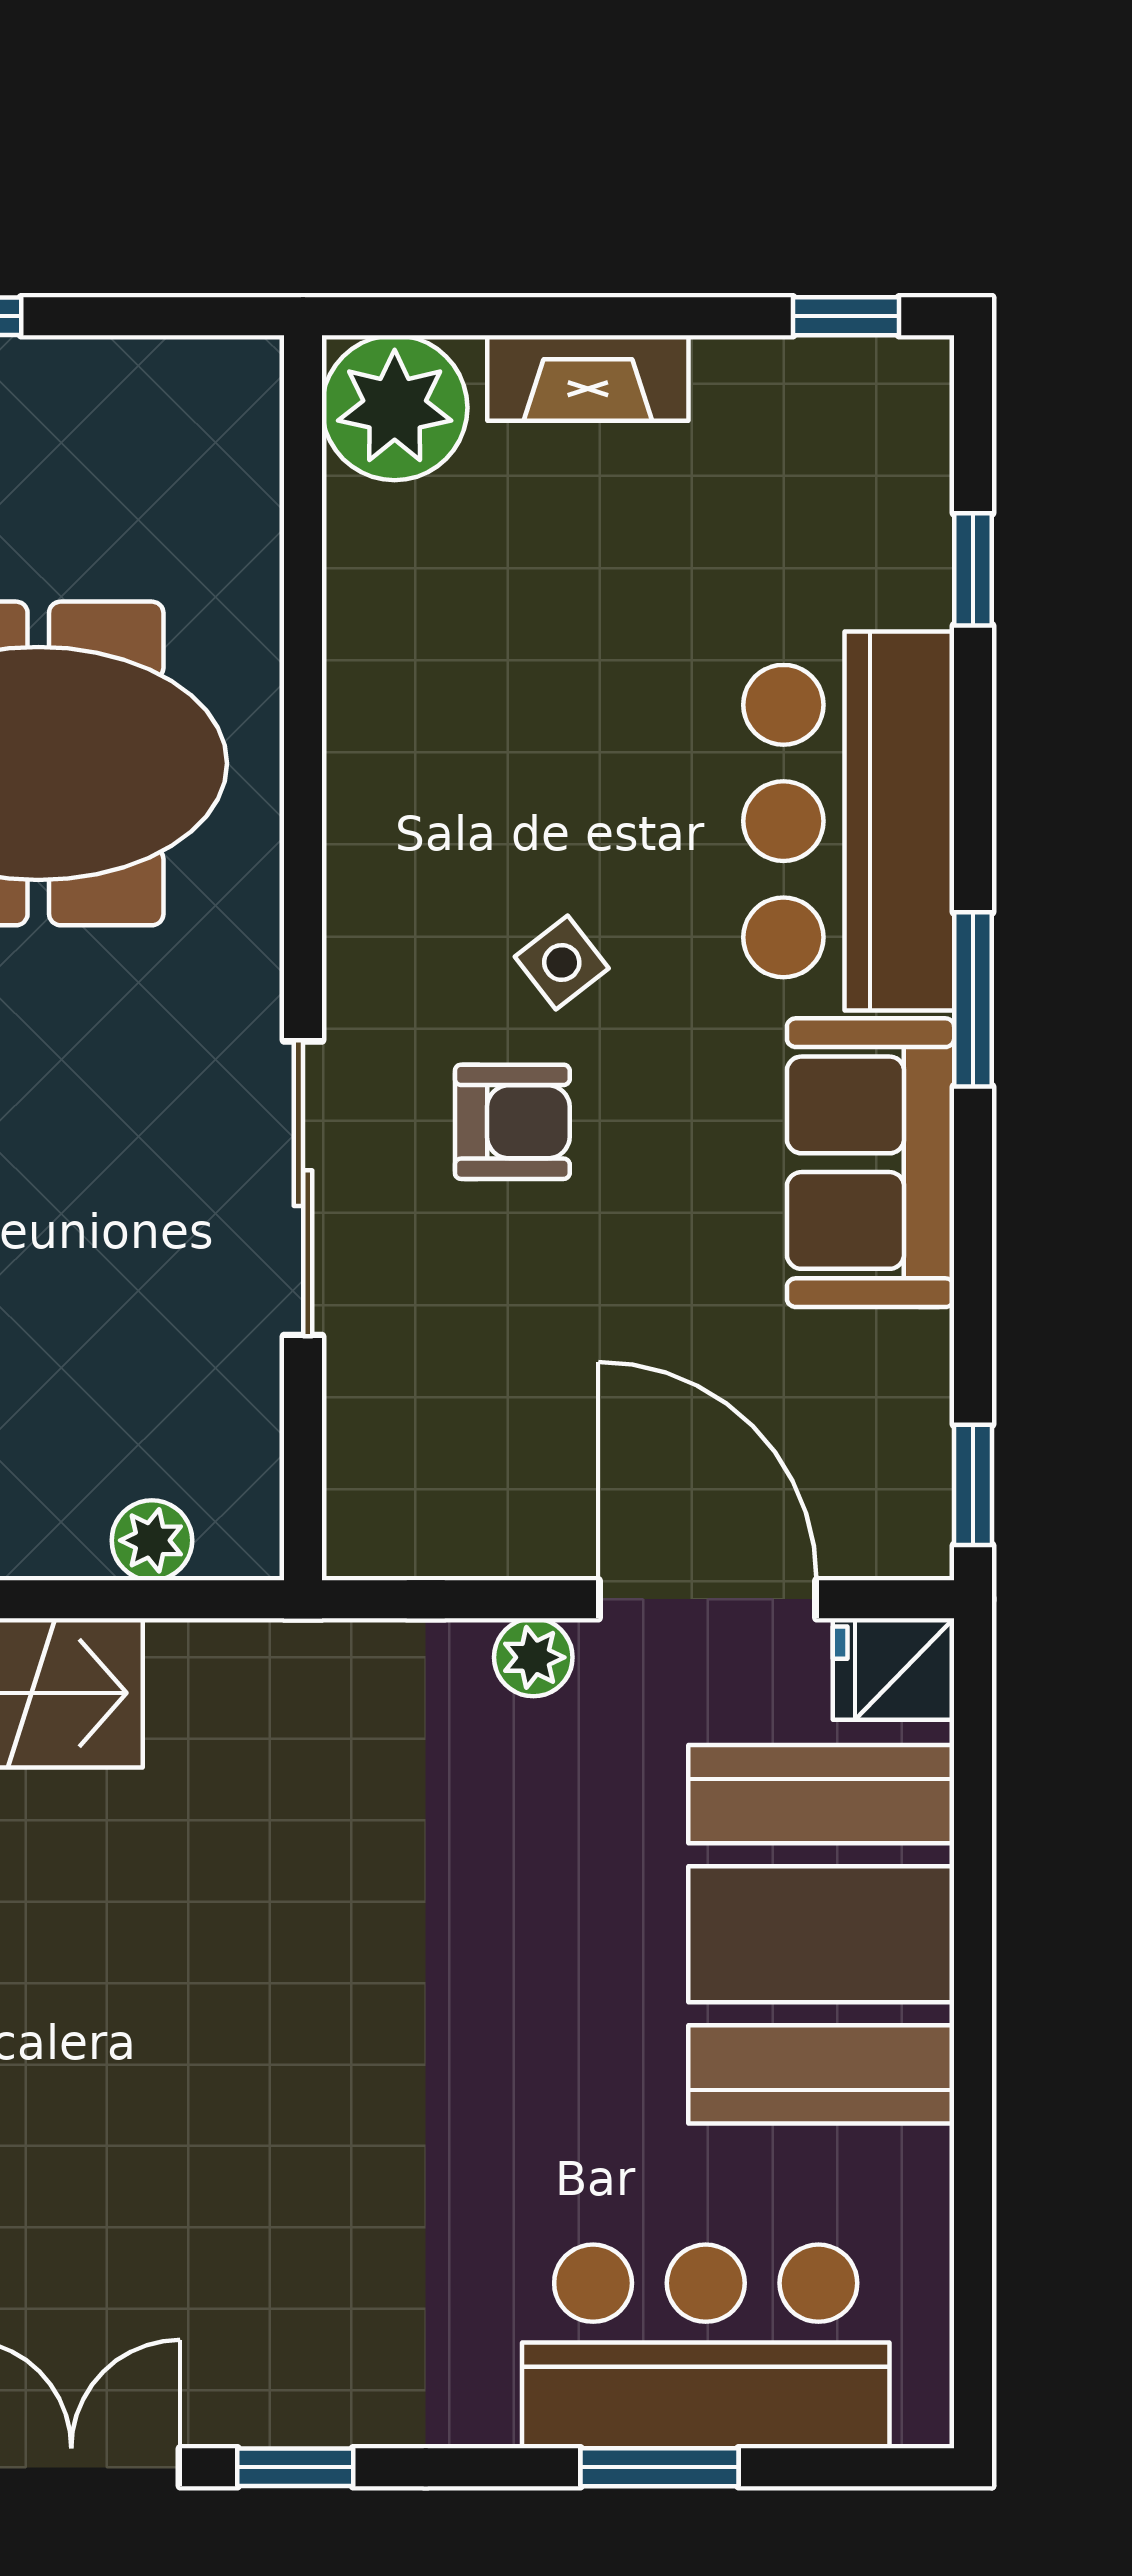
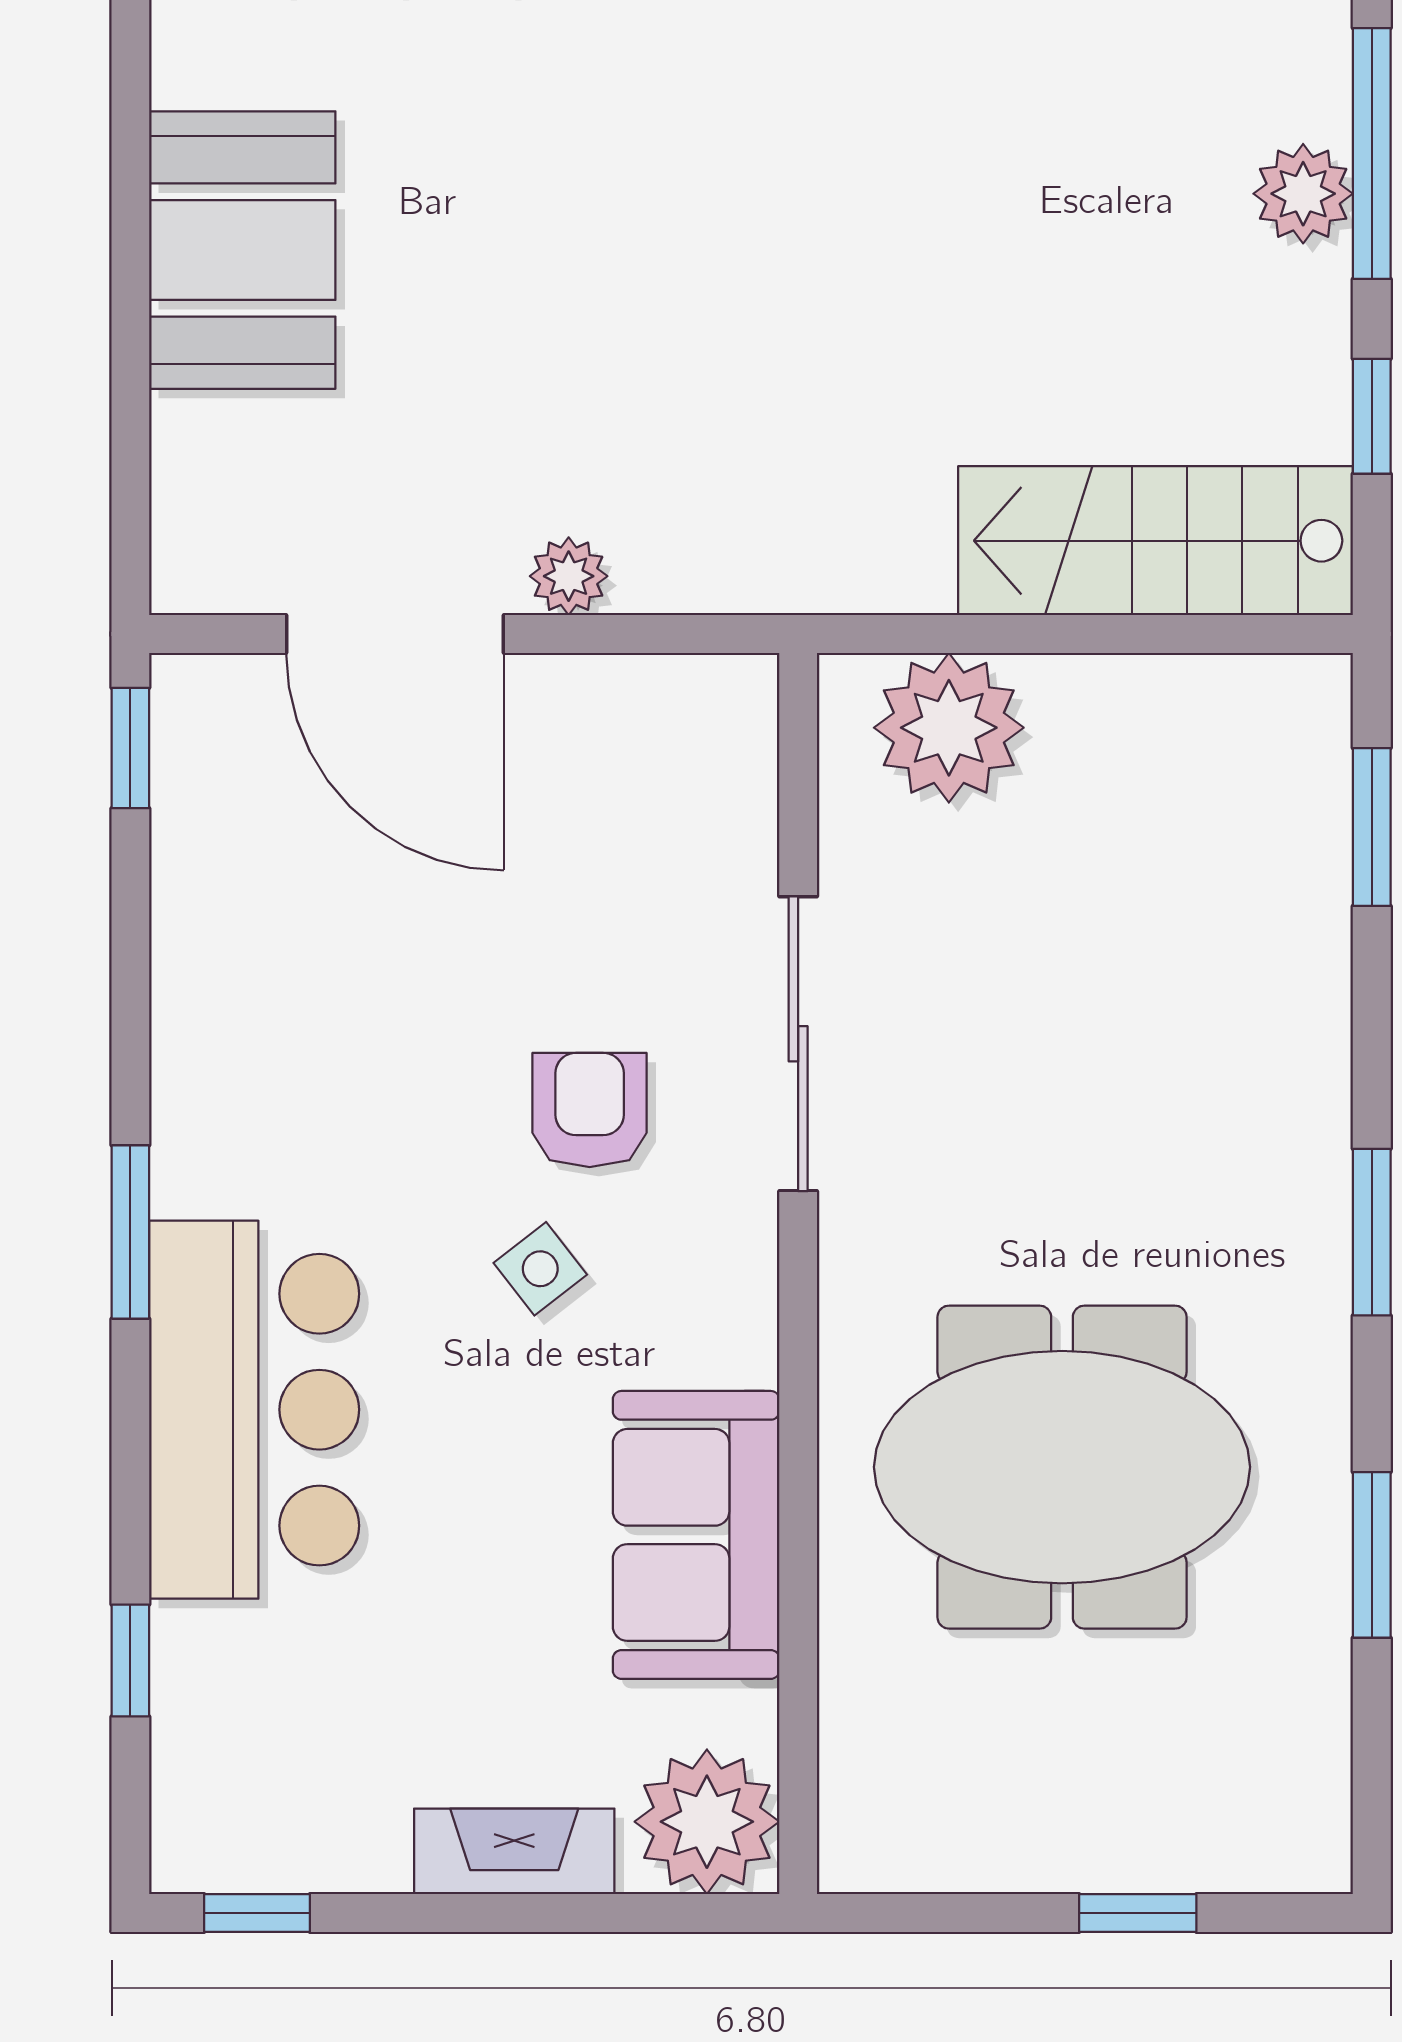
armchair: (512, 1122) -> (590, 1110), turned 90
sofa: (871, 1163) -> (696, 1535), moved, turned 180
plant: (152, 1540) -> (949, 728), width x1.88, depth x1.88
fridge: (894, 1669) -> (210, 565), removed
booth: (821, 1934) -> (242, 250), width x0.73, depth x0.70

